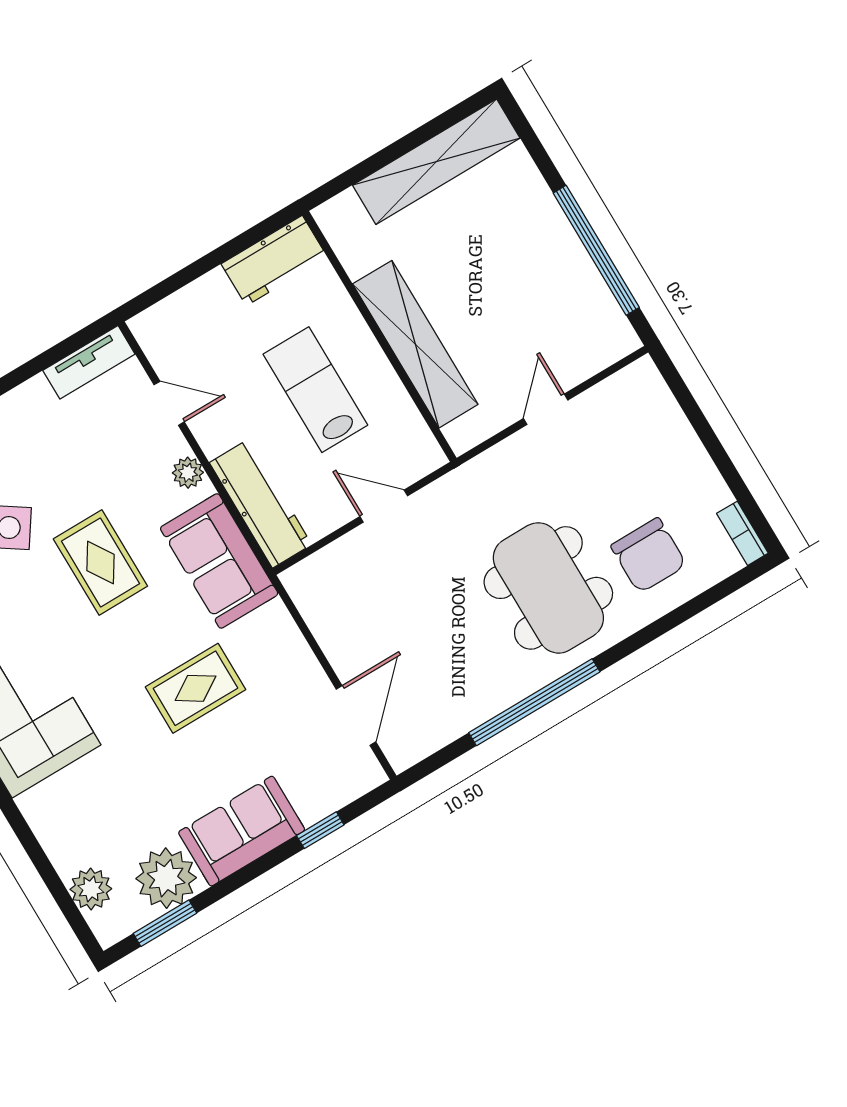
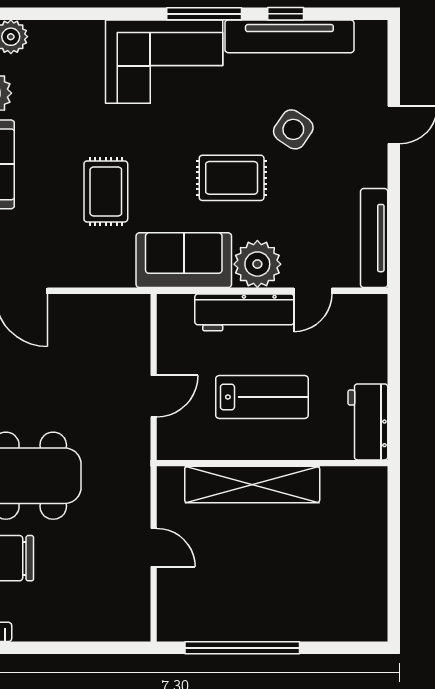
shelving: (436, 162) -> (369, 574), removed
tv unit: (89, 362) -> (374, 238), width x1.41
plant: (188, 473) -> (257, 264), width x1.88, depth x1.88
workbench: (261, 504) -> (244, 312), moved

